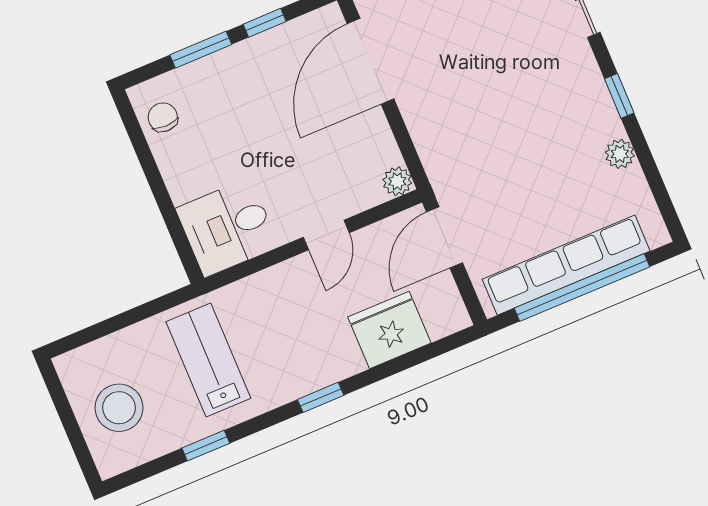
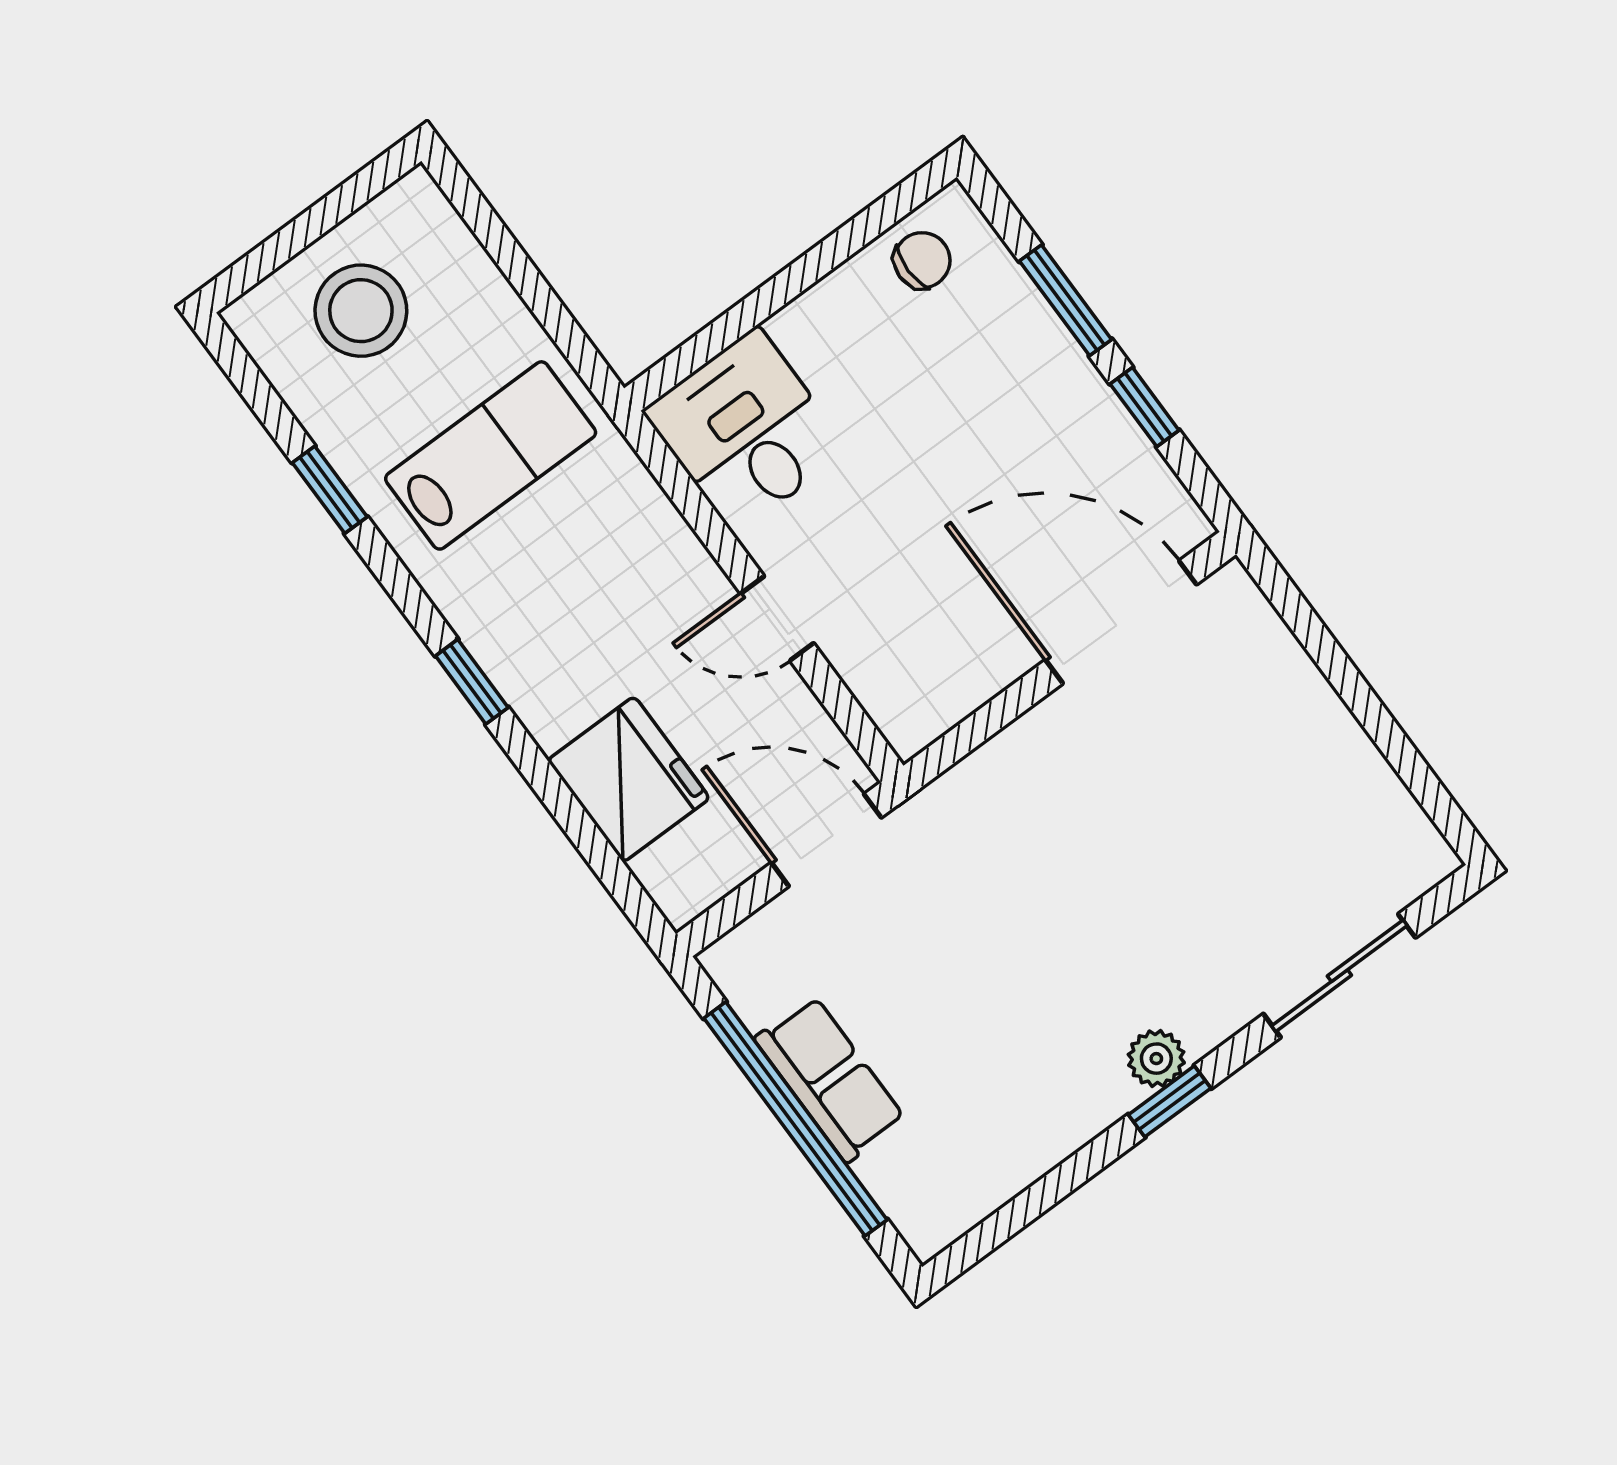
plant: (620, 154) -> (1156, 1059), moved
plant: (397, 181) -> (909, 726), removed
row of seats: (566, 265) -> (830, 1079), width x0.50

